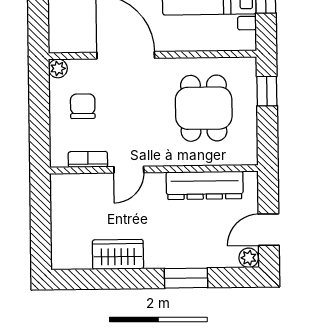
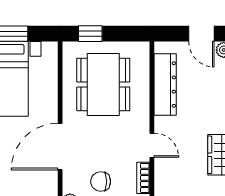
dining table: (204, 108) -> (103, 85), width x1.38

